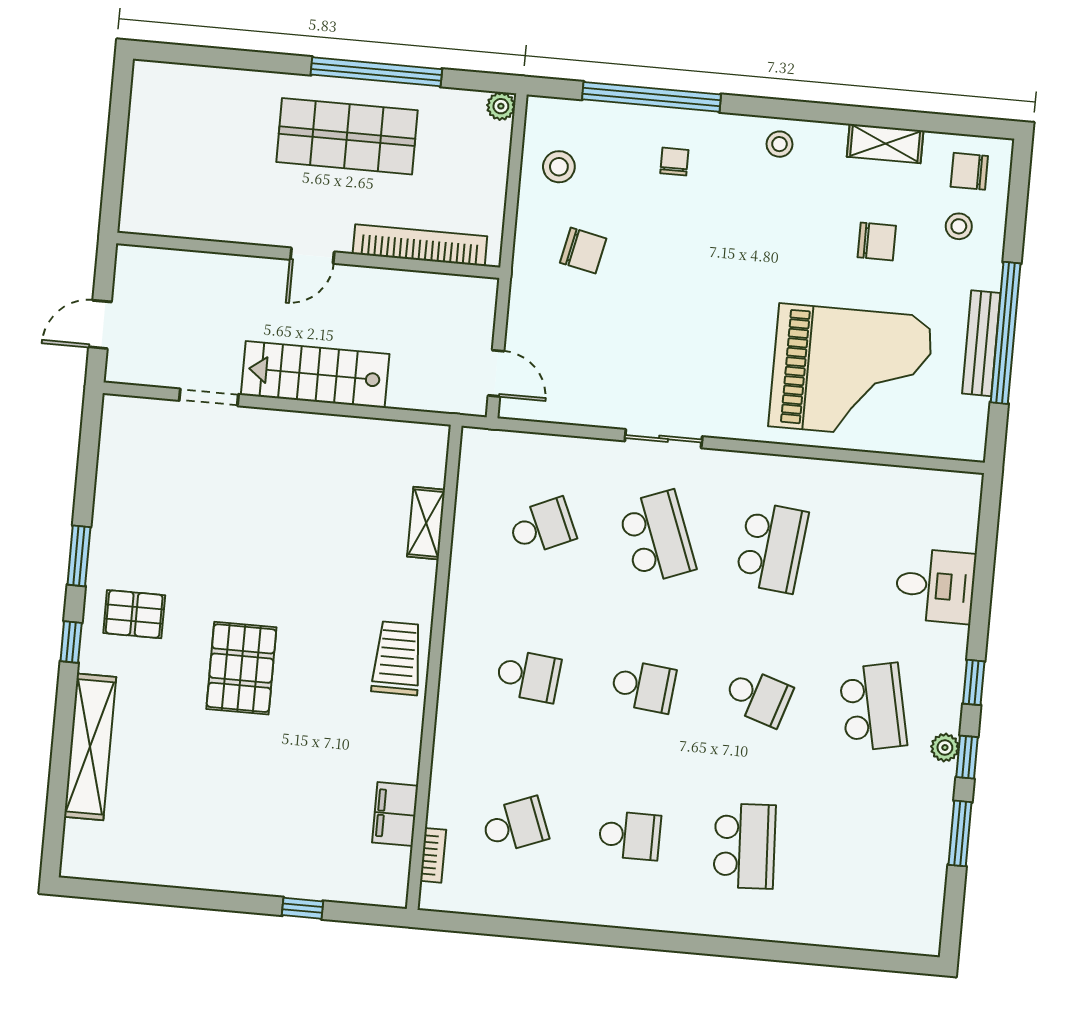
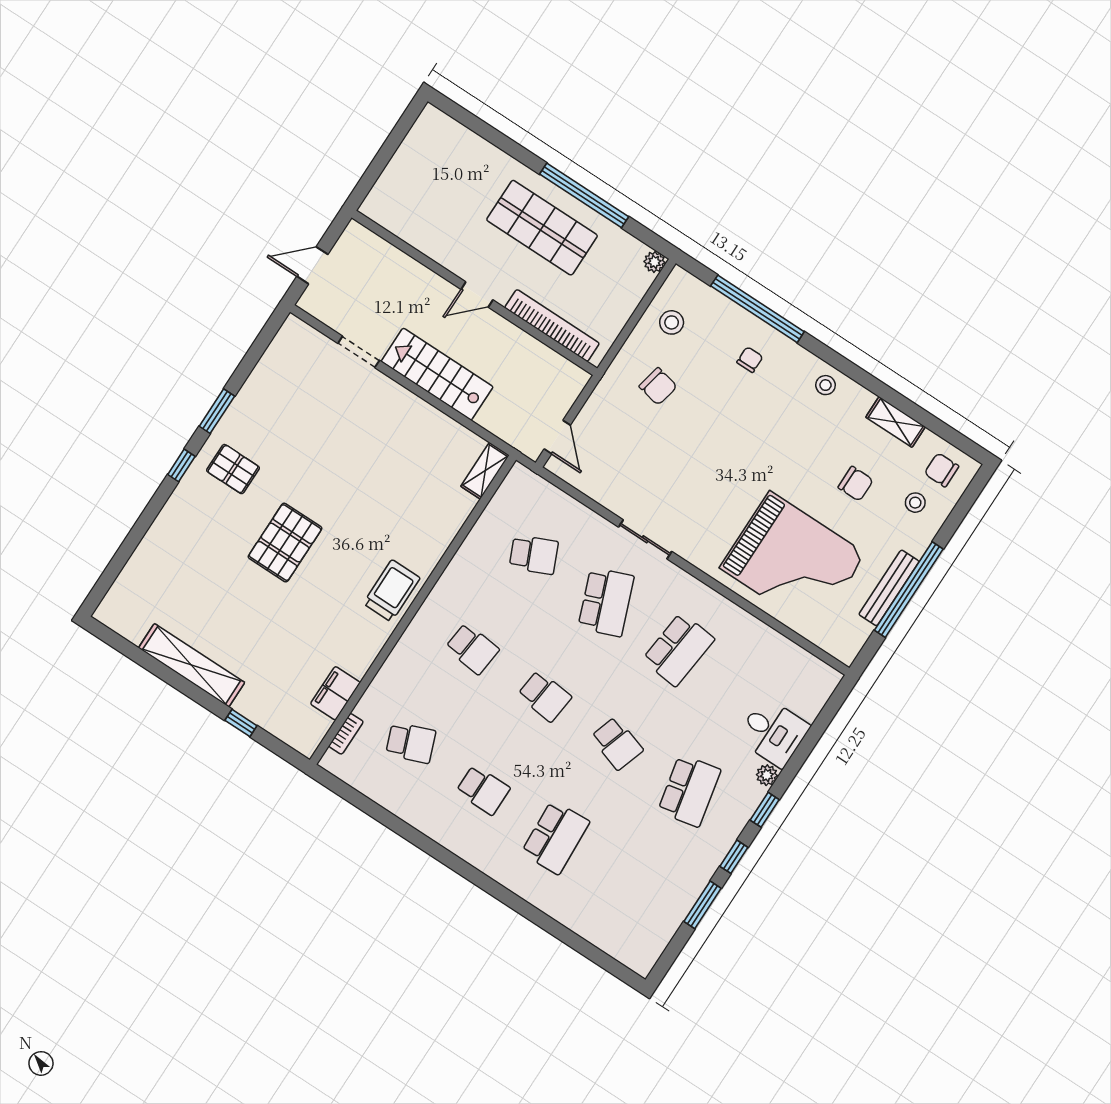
shelving: (426, 523) -> (485, 471), moved
shelving: (90, 747) -> (192, 665), moved, turned 90
plant: (945, 748) -> (767, 775), moved

